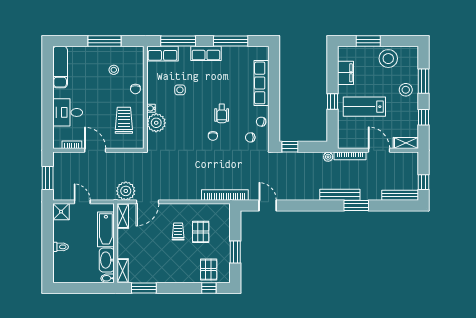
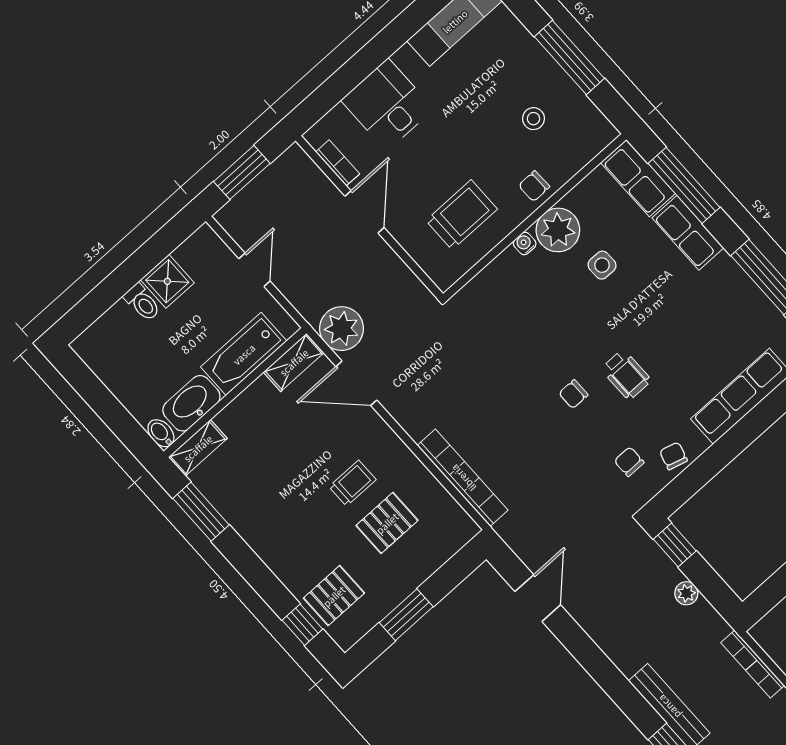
row of seats: (206, 53) -> (688, 233), moved
wheelchair: (222, 114) -> (626, 375), turned -90
plant: (156, 123) -> (558, 230), moved
plant: (328, 157) -> (686, 593), moved
bookcase: (225, 195) -> (463, 478), moved
shower: (61, 212) -> (167, 281), moved

